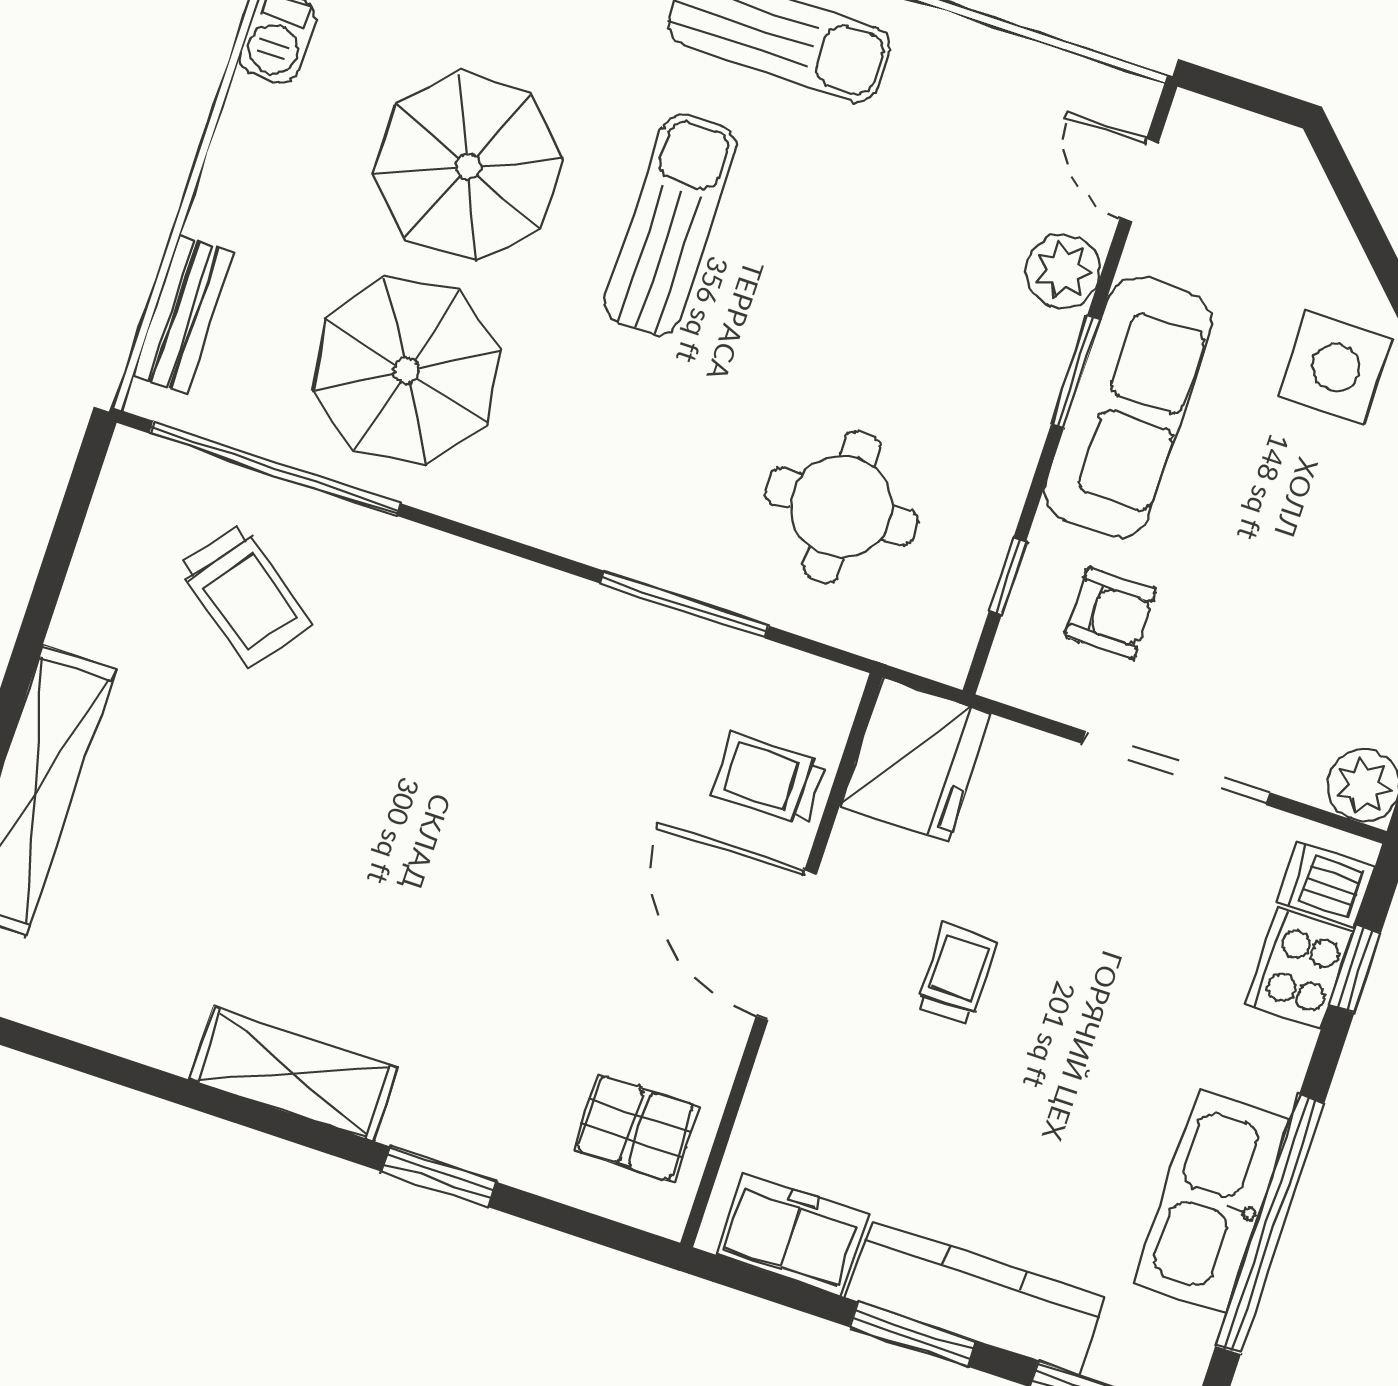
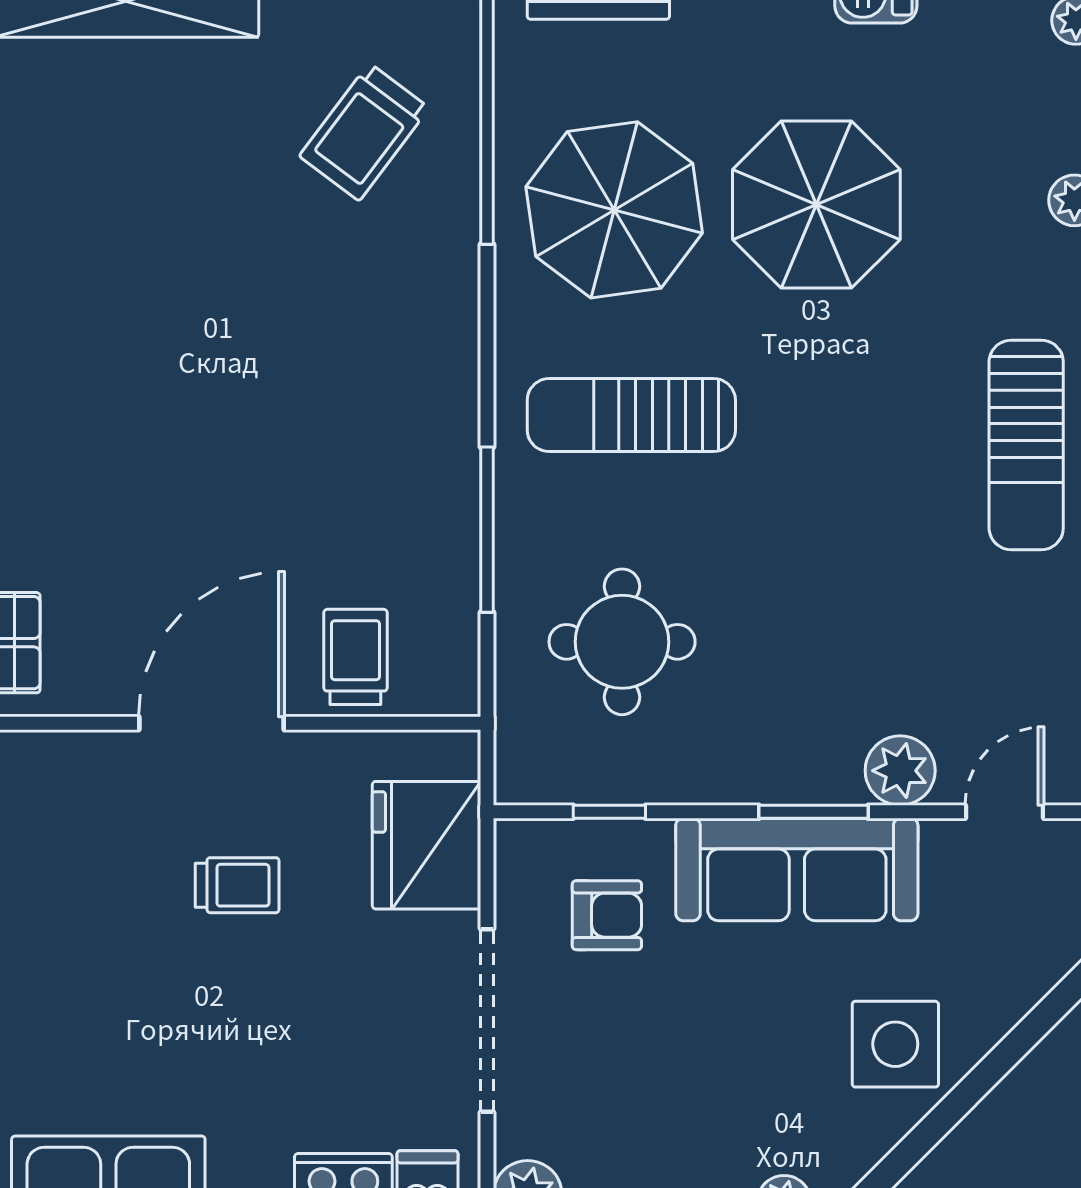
sun lounger: (670, 225) -> (631, 415), moved, turned 180
armchair: (1110, 613) -> (607, 915), turned -90
fridge: (915, 760) -> (427, 845), moved, turned 90

